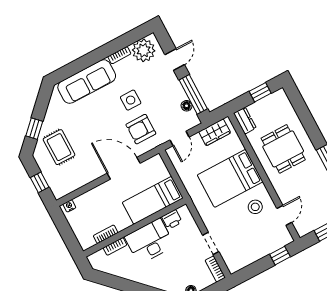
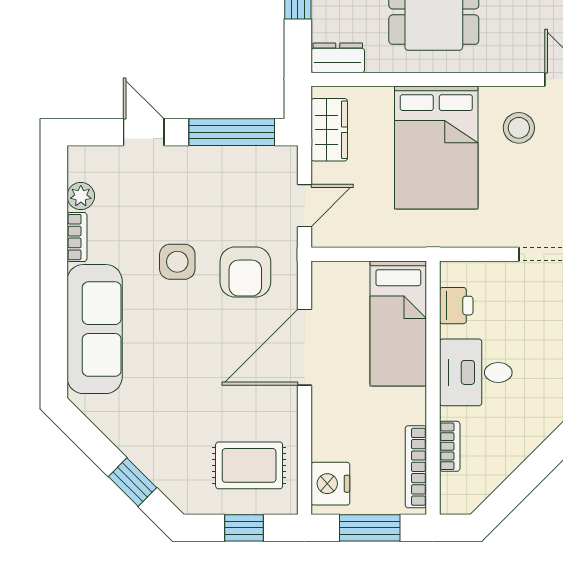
plant: (144, 50) -> (81, 196), width x0.53, depth x0.53
floor lamp: (187, 106) -> (247, 157), removed
door: (179, 139) -> (304, 206), hinge flipped
rug: (59, 147) -> (249, 465), moved
nightstand: (69, 206) -> (330, 484), width x1.89, depth x1.79
window: (66, 232) -> (370, 528), added
bookcase: (106, 234) -> (416, 467), width x1.56
desk: (150, 241) -> (476, 372), width x0.73

